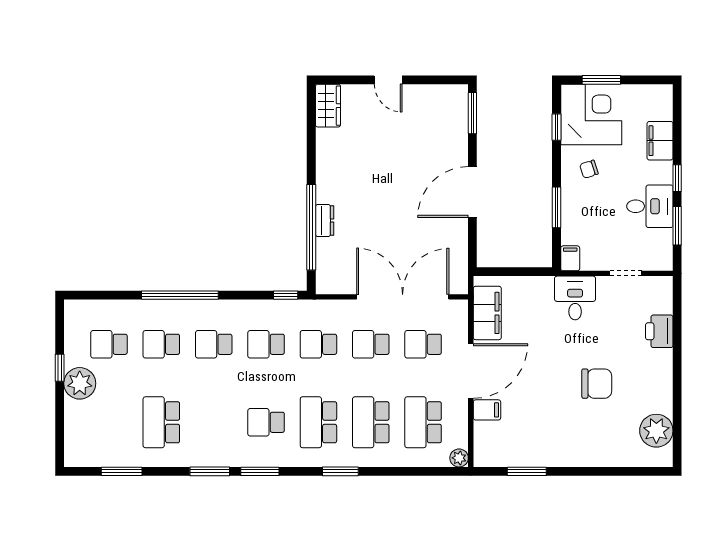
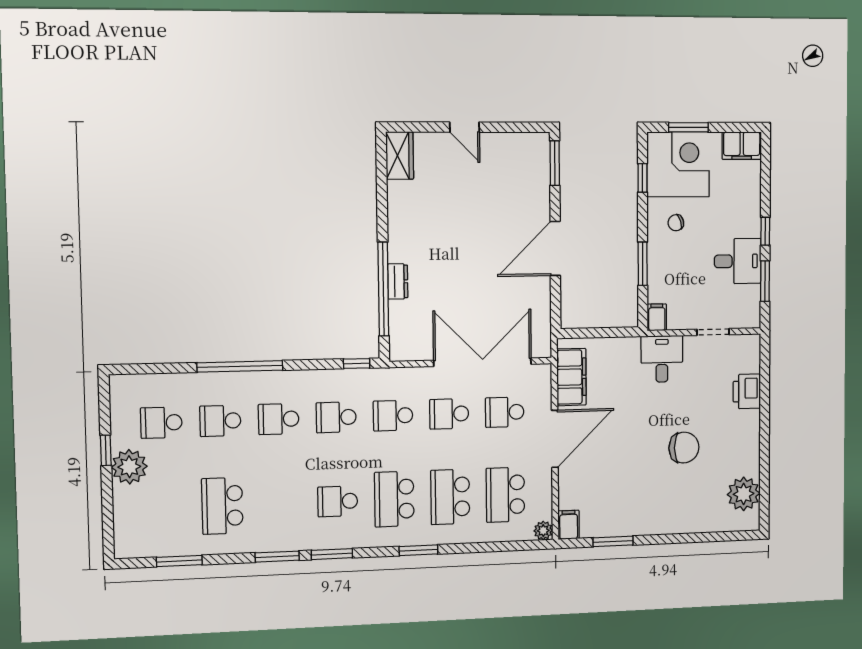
filing cabinet: (660, 141) -> (742, 146), moved, turned -90
filing cabinet: (487, 410) -> (569, 525), moved, turned -90

